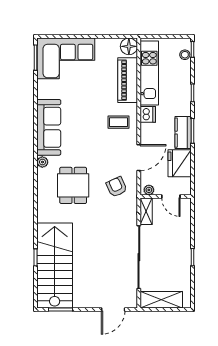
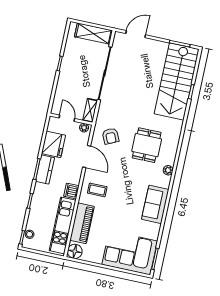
sofa: (49, 127) -> (155, 204), width x0.73
door: (139, 158) -> (87, 157), swing flipped

